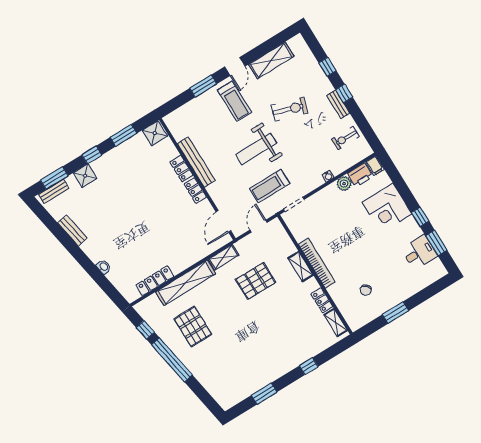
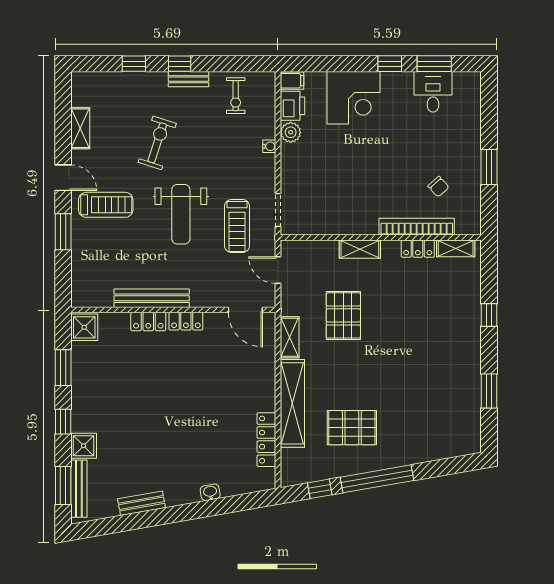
shelving: (271, 60) -> (80, 128), width x0.67, depth x0.75
bench: (54, 191) -> (79, 489), width x1.36
bookcase: (317, 263) -> (417, 227), moved

